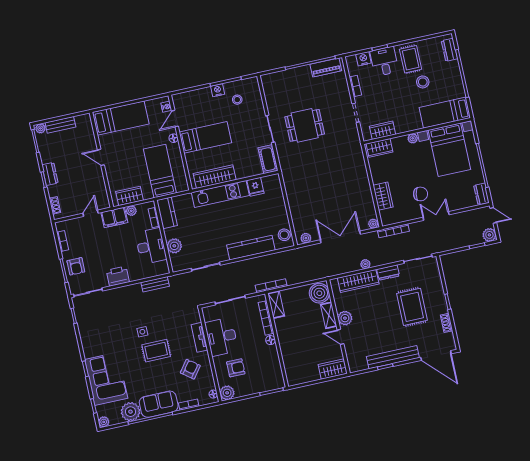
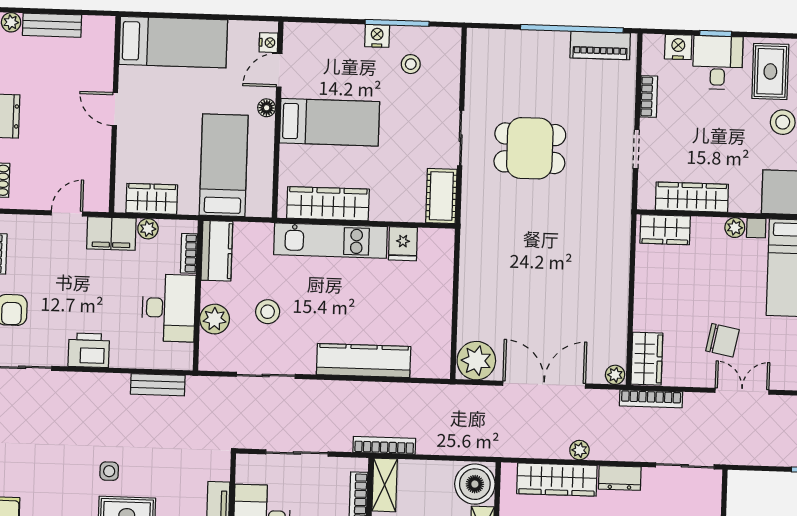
wardrobe: (383, 130) -> (692, 197), width x1.50
wardrobe: (383, 196) -> (647, 359), moved
stool: (284, 235) -> (268, 312), moved
plant: (306, 238) -> (476, 361), width x1.87, depth x1.87

